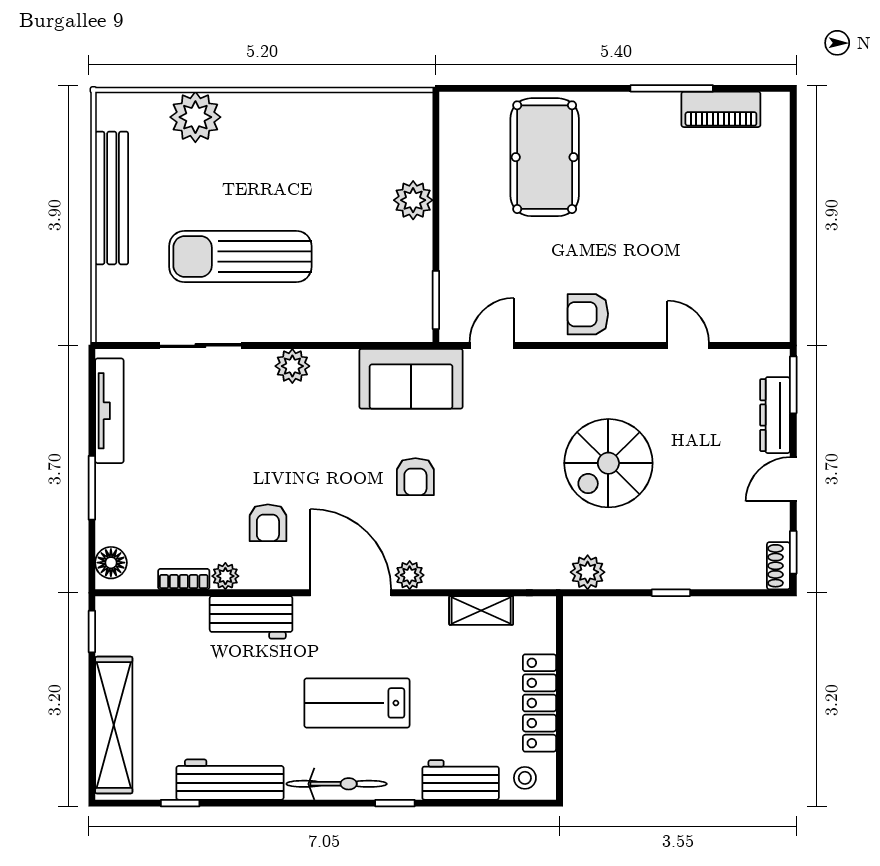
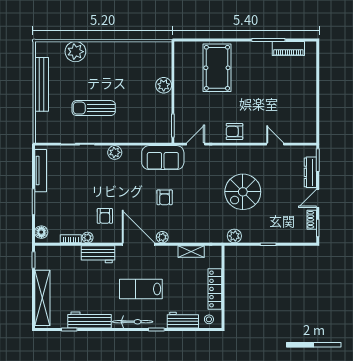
sun lounger: (240, 256) -> (94, 108), width x0.73, depth x0.75
shoe rack: (778, 566) -> (312, 220), moved

